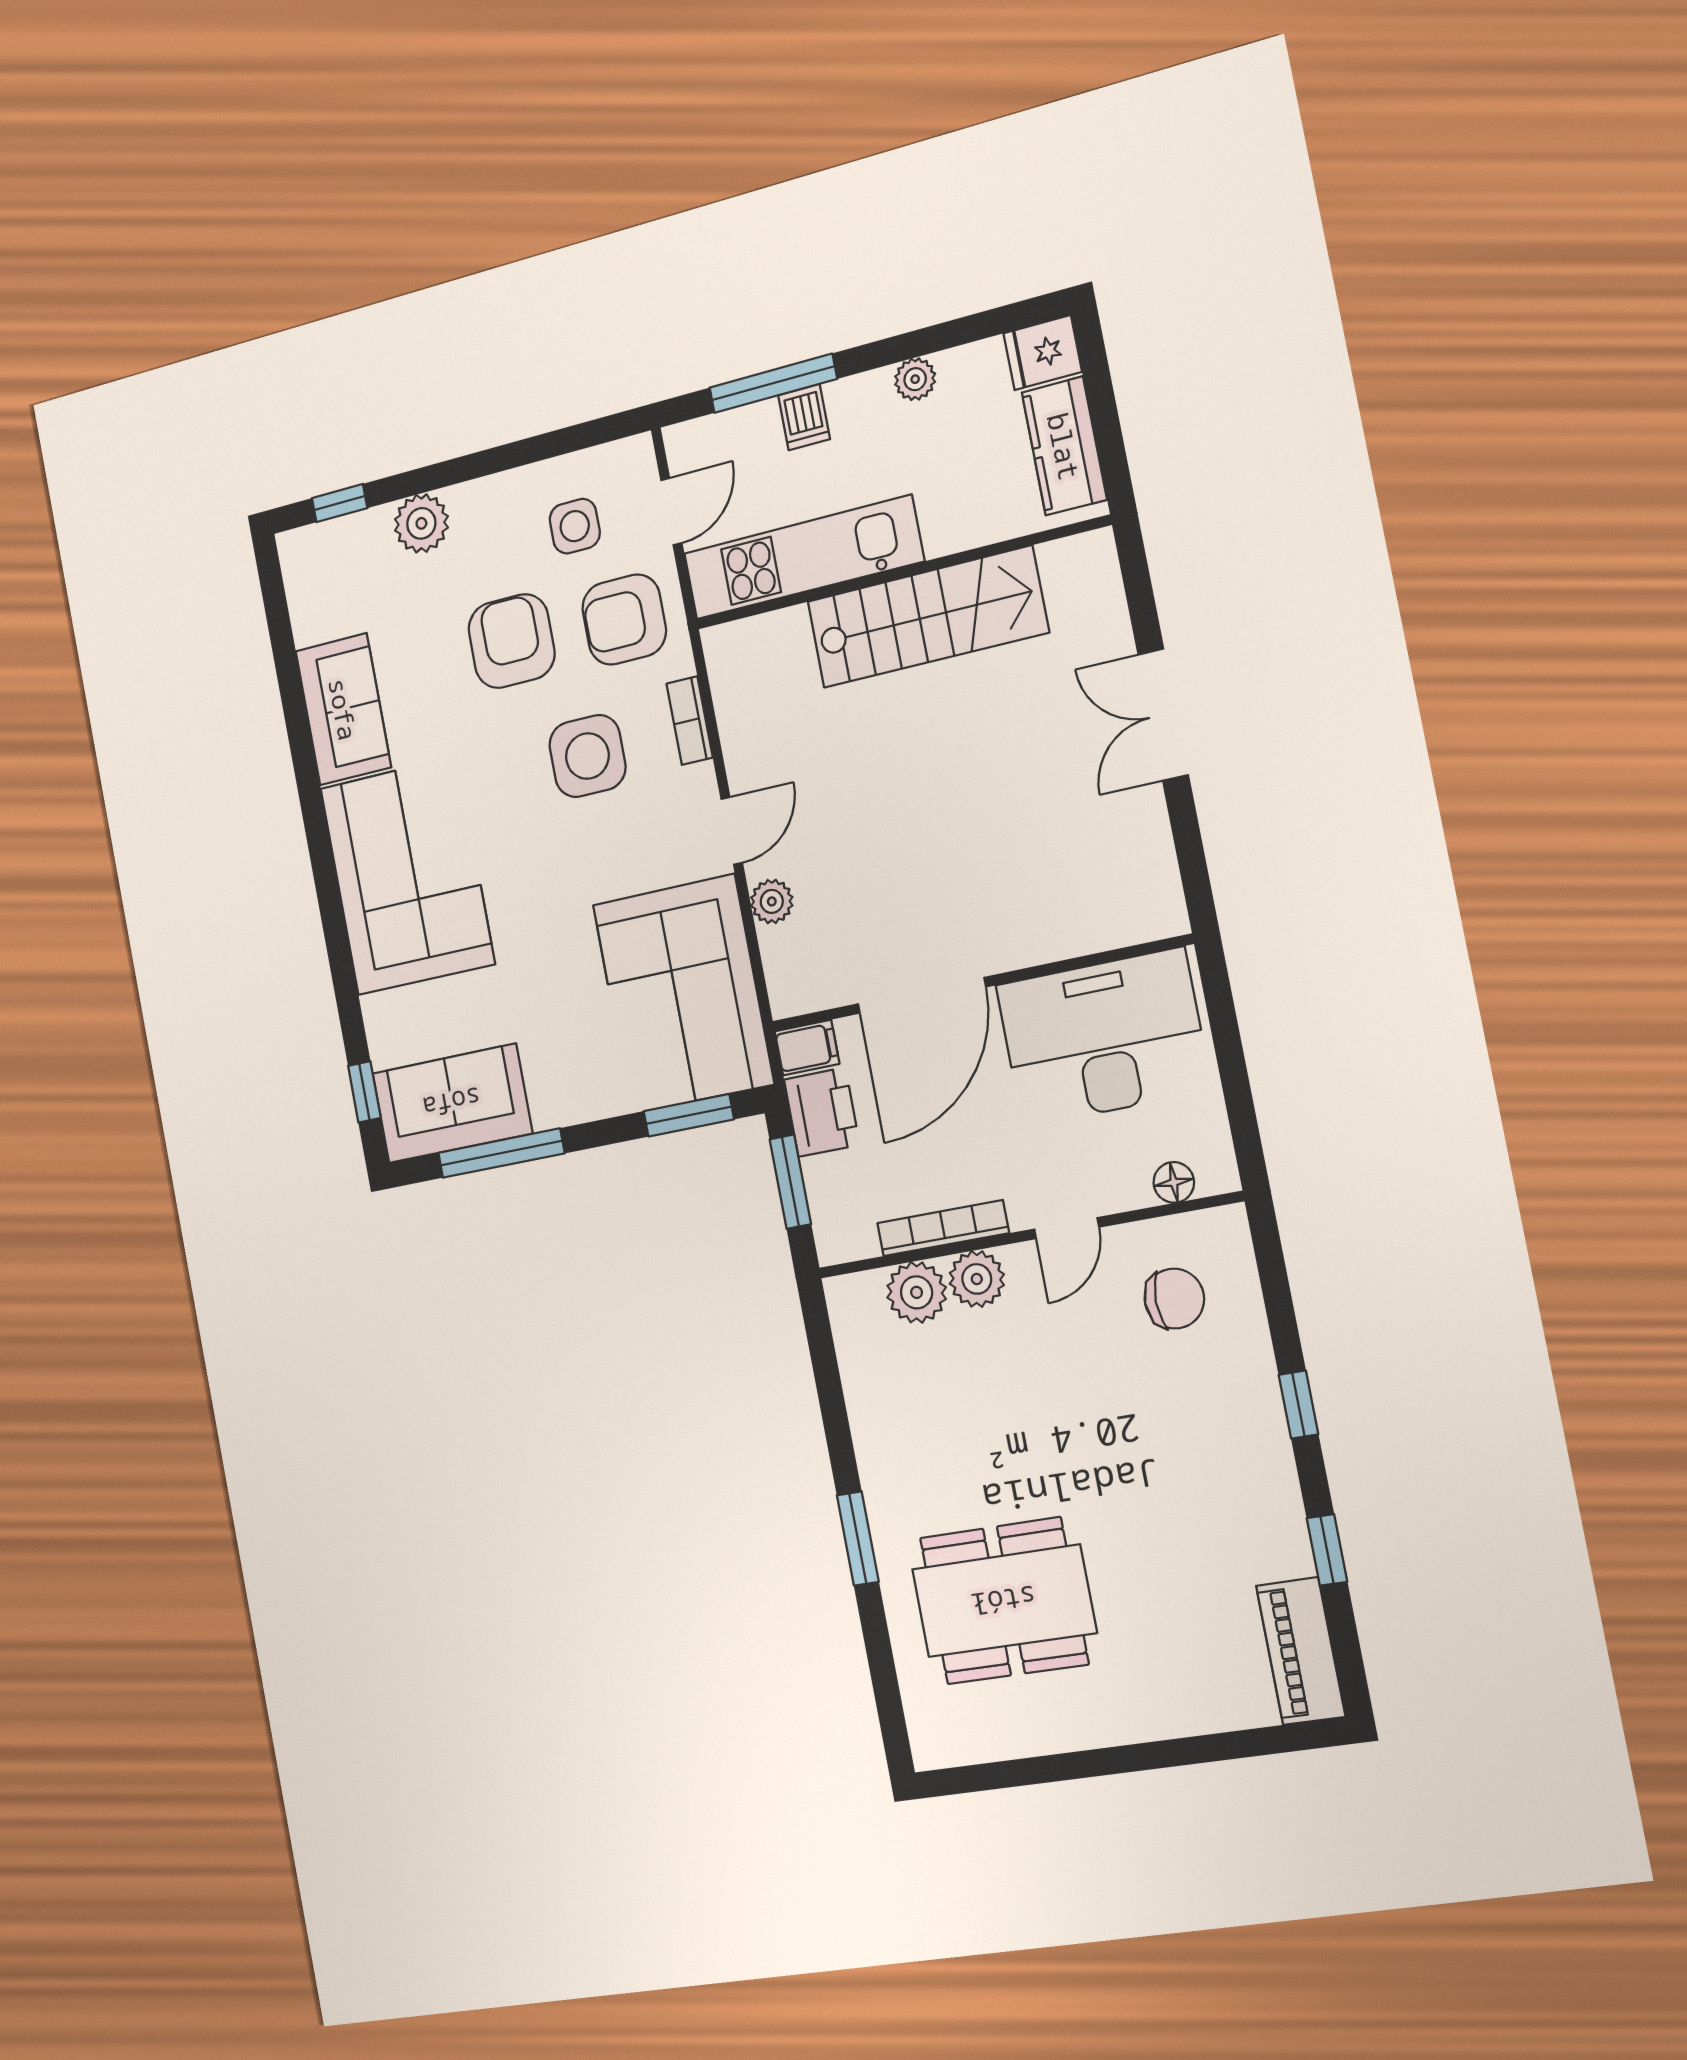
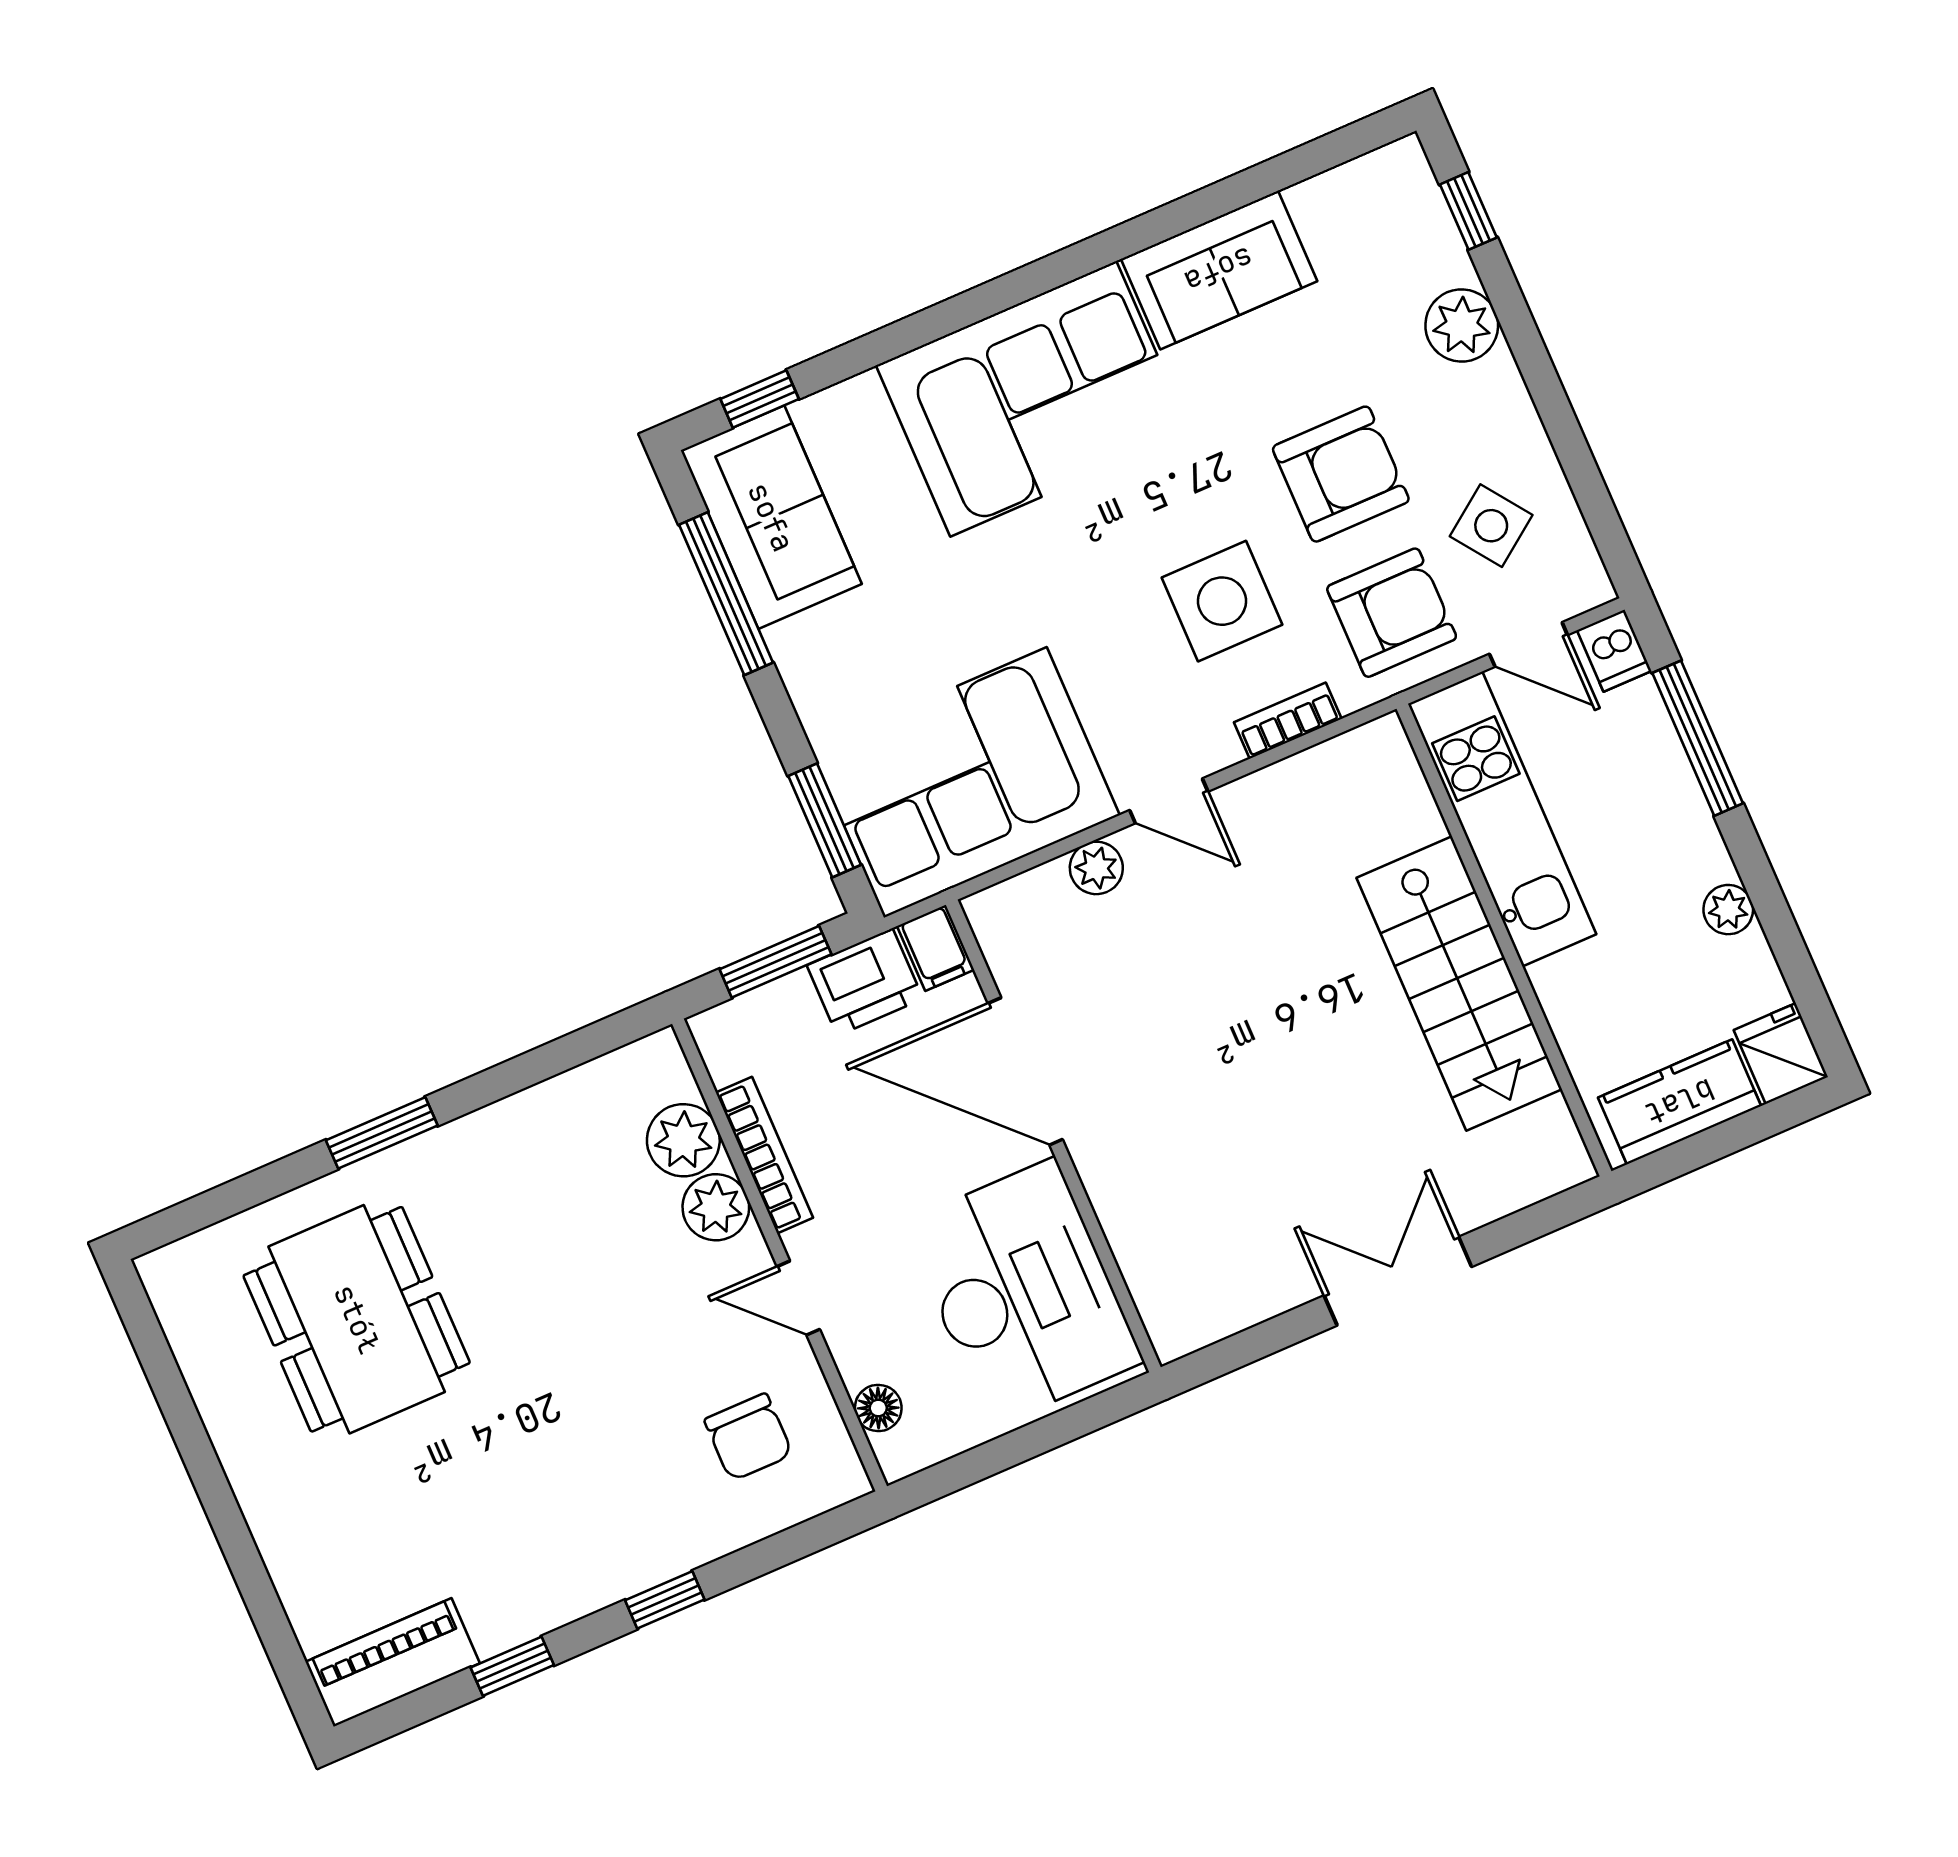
dishwasher: (804, 417) -> (1614, 651), moved, turned -90
side table: (575, 526) -> (1491, 526), turned -36
armchair: (624, 620) -> (1392, 613), turned 90

